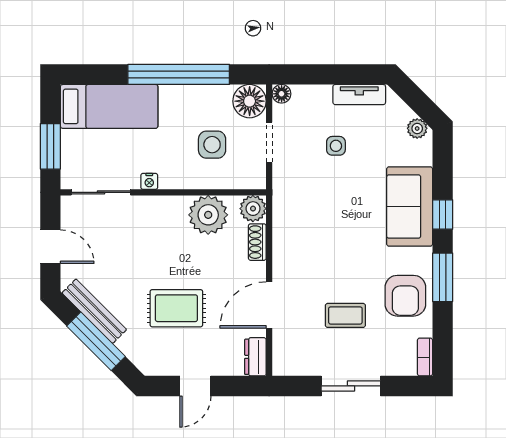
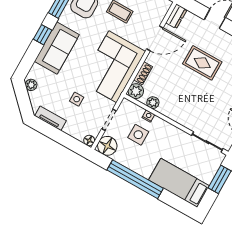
nightstand: (149, 181) -> (148, 116), moved
plant: (208, 215) -> (153, 103), width x0.53, depth x0.53
corner sofa: (309, 226) -> (113, 67), added

